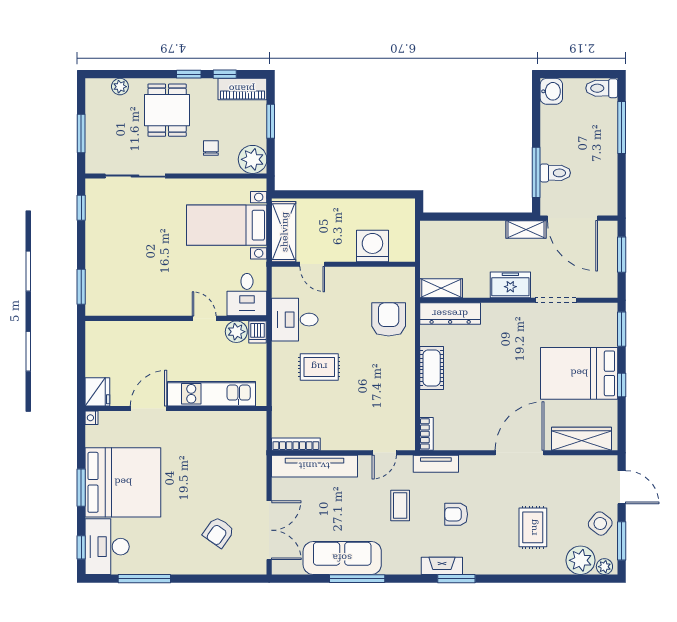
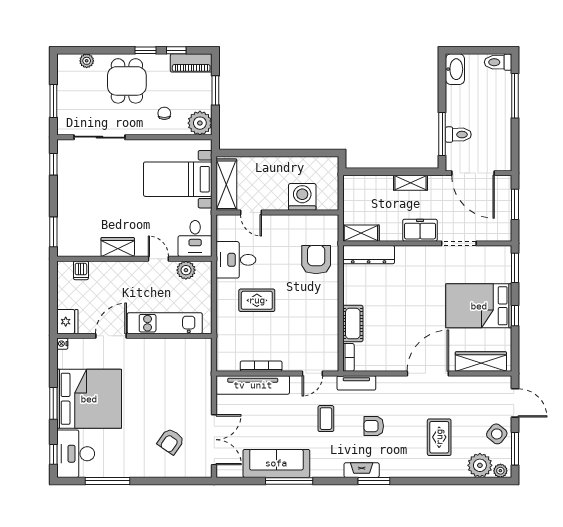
washbasin: (551, 91) -> (455, 69), width x1.38
shelving: (526, 229) -> (410, 183), moved
wardrobe: (156, 305) -> (118, 247), added
dishwasher: (257, 332) -> (81, 270), moved
cot: (432, 368) -> (353, 324), moved
bookcase: (296, 444) -> (261, 366), moved

